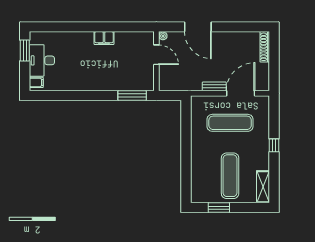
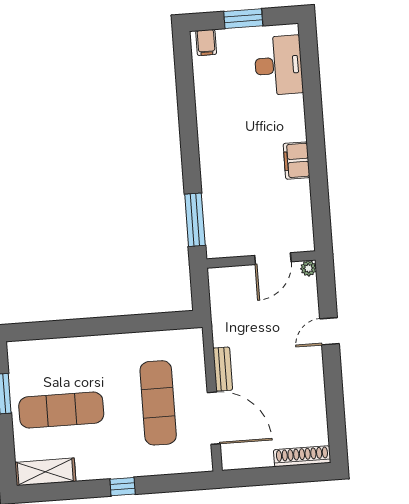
door: (198, 27) -> (330, 331), width x0.53
window: (25, 51) -> (243, 19), moved
desk: (42, 60) -> (279, 65), moved, turned 90

